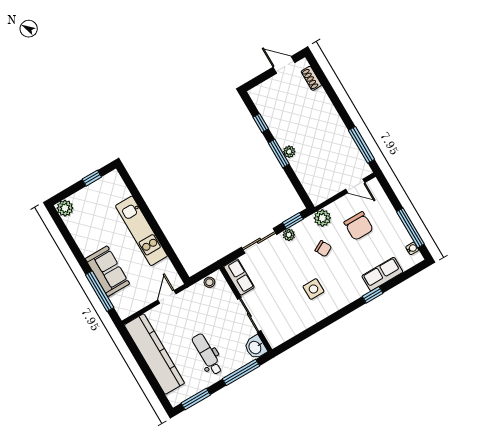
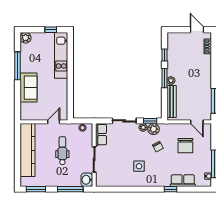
bench: (306, 179) -> (172, 101), added
plant: (322, 218) -> (153, 129), moved
kitchen unit: (141, 231) -> (61, 55), moved
window: (100, 291) -> (18, 66), moved
dental chair: (207, 354) -> (62, 151), moved

